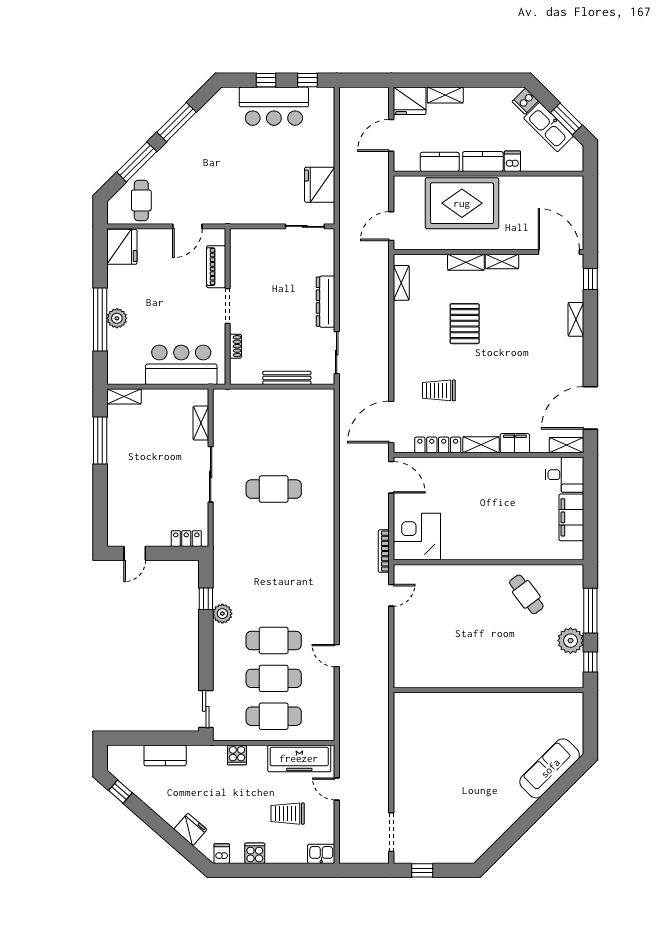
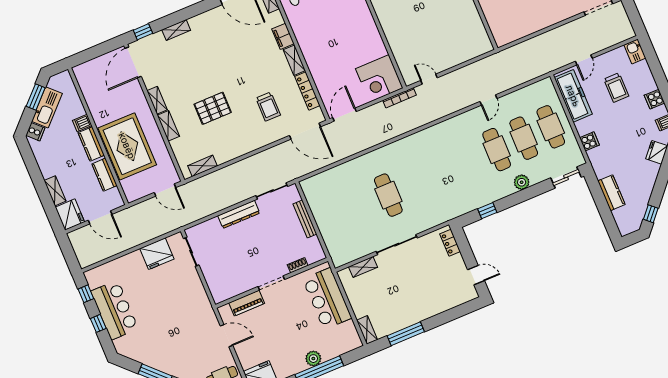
plant: (222, 614) -> (522, 182), moved

